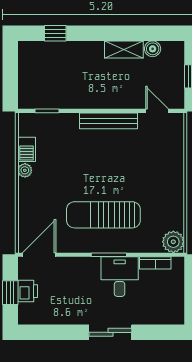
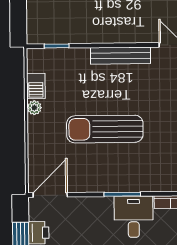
sun lounger: (103, 215) -> (105, 129), moved

